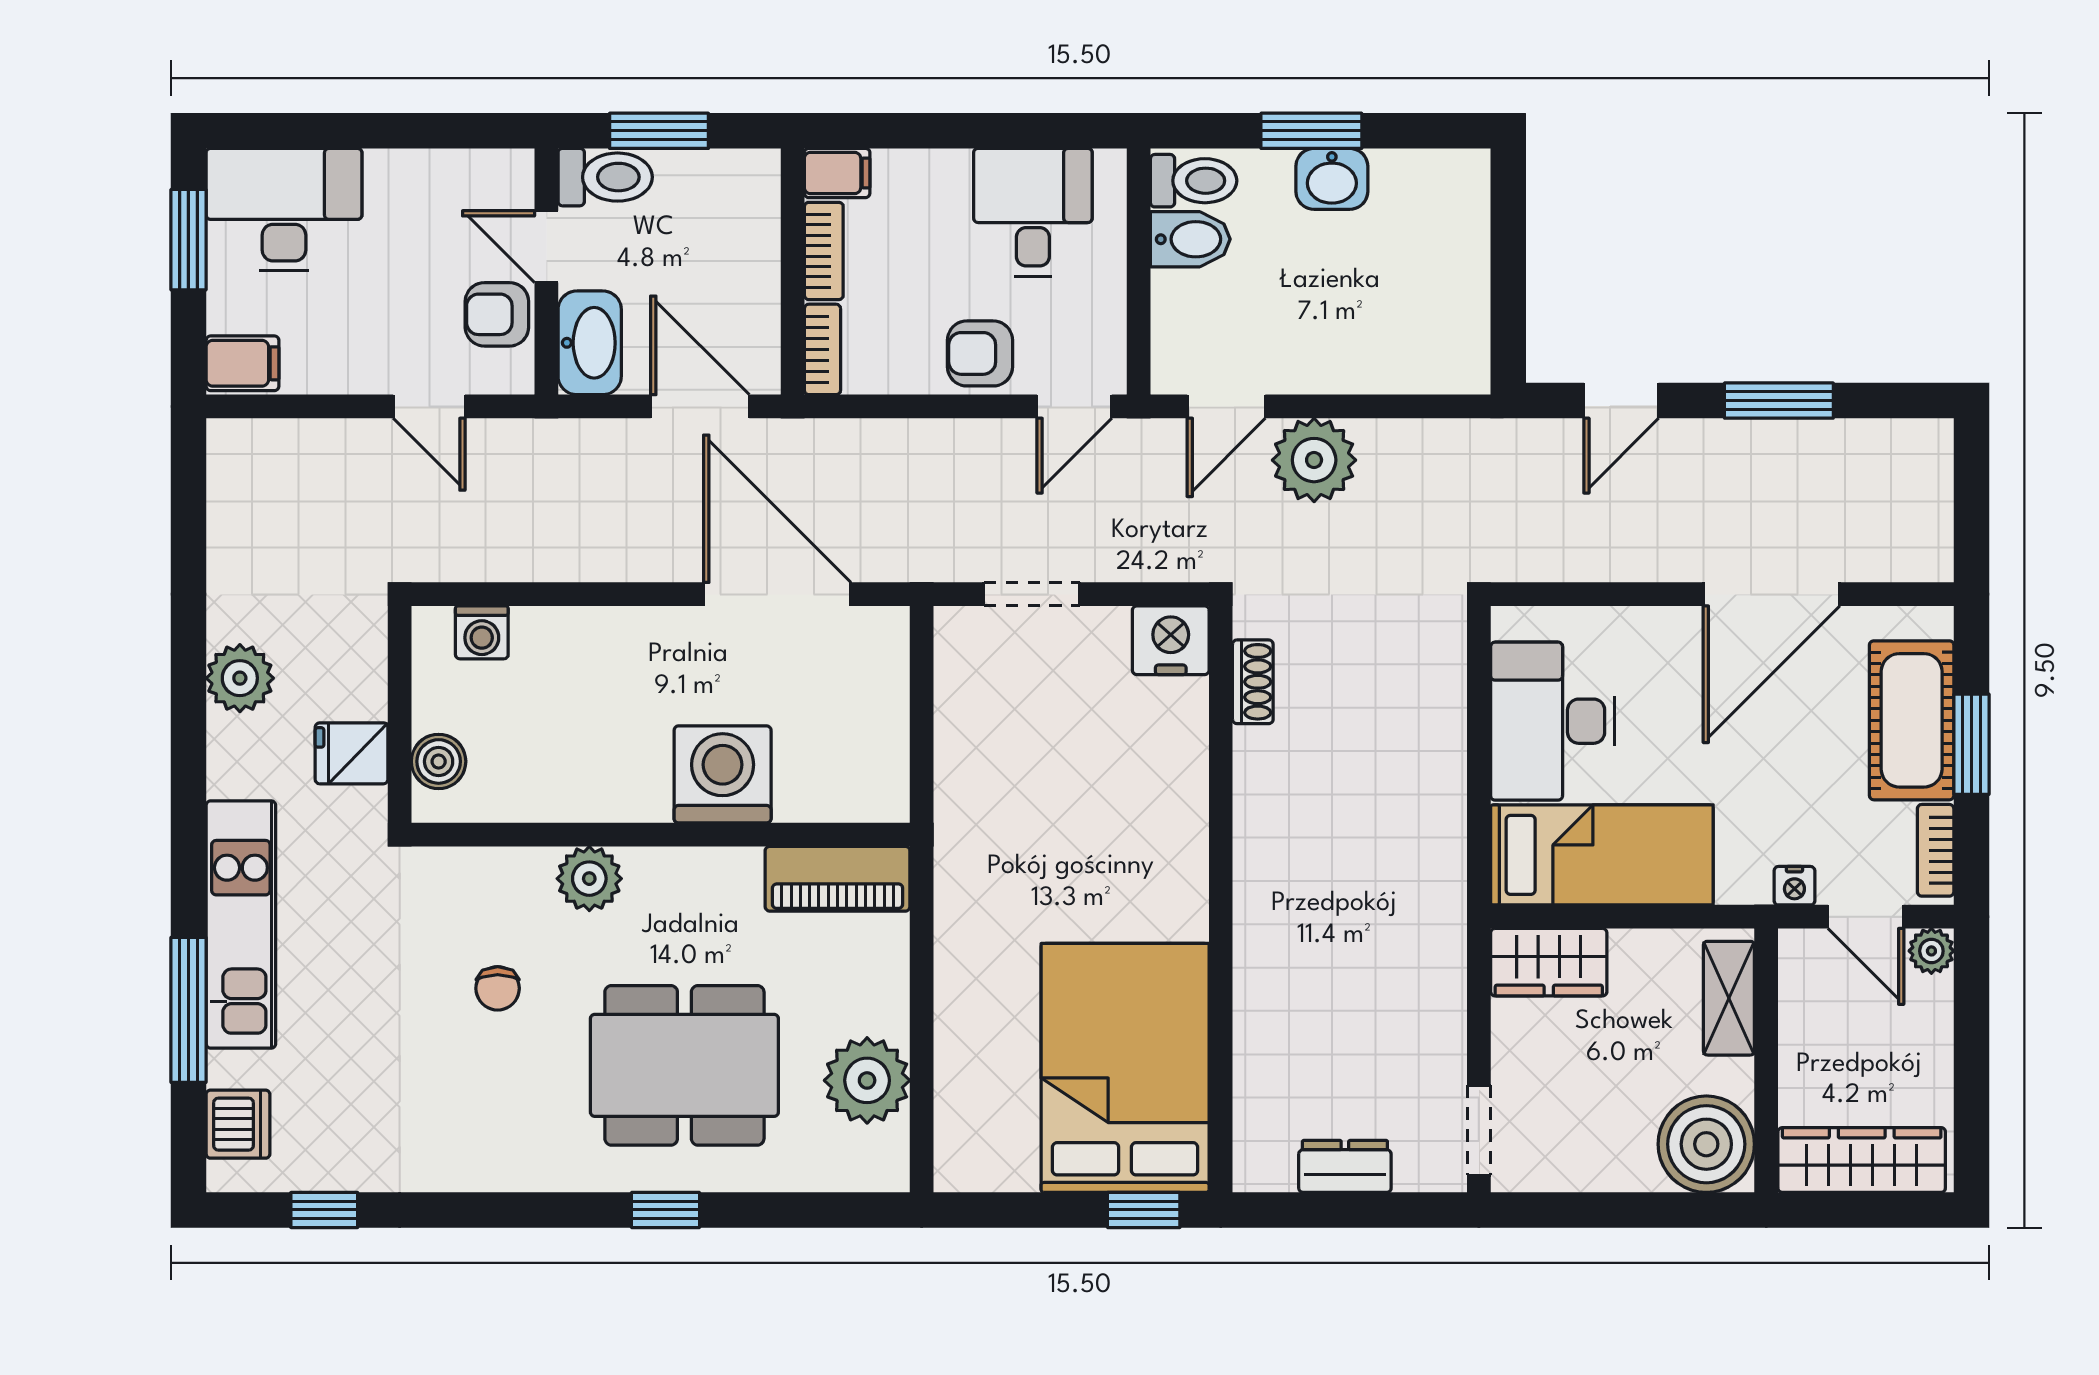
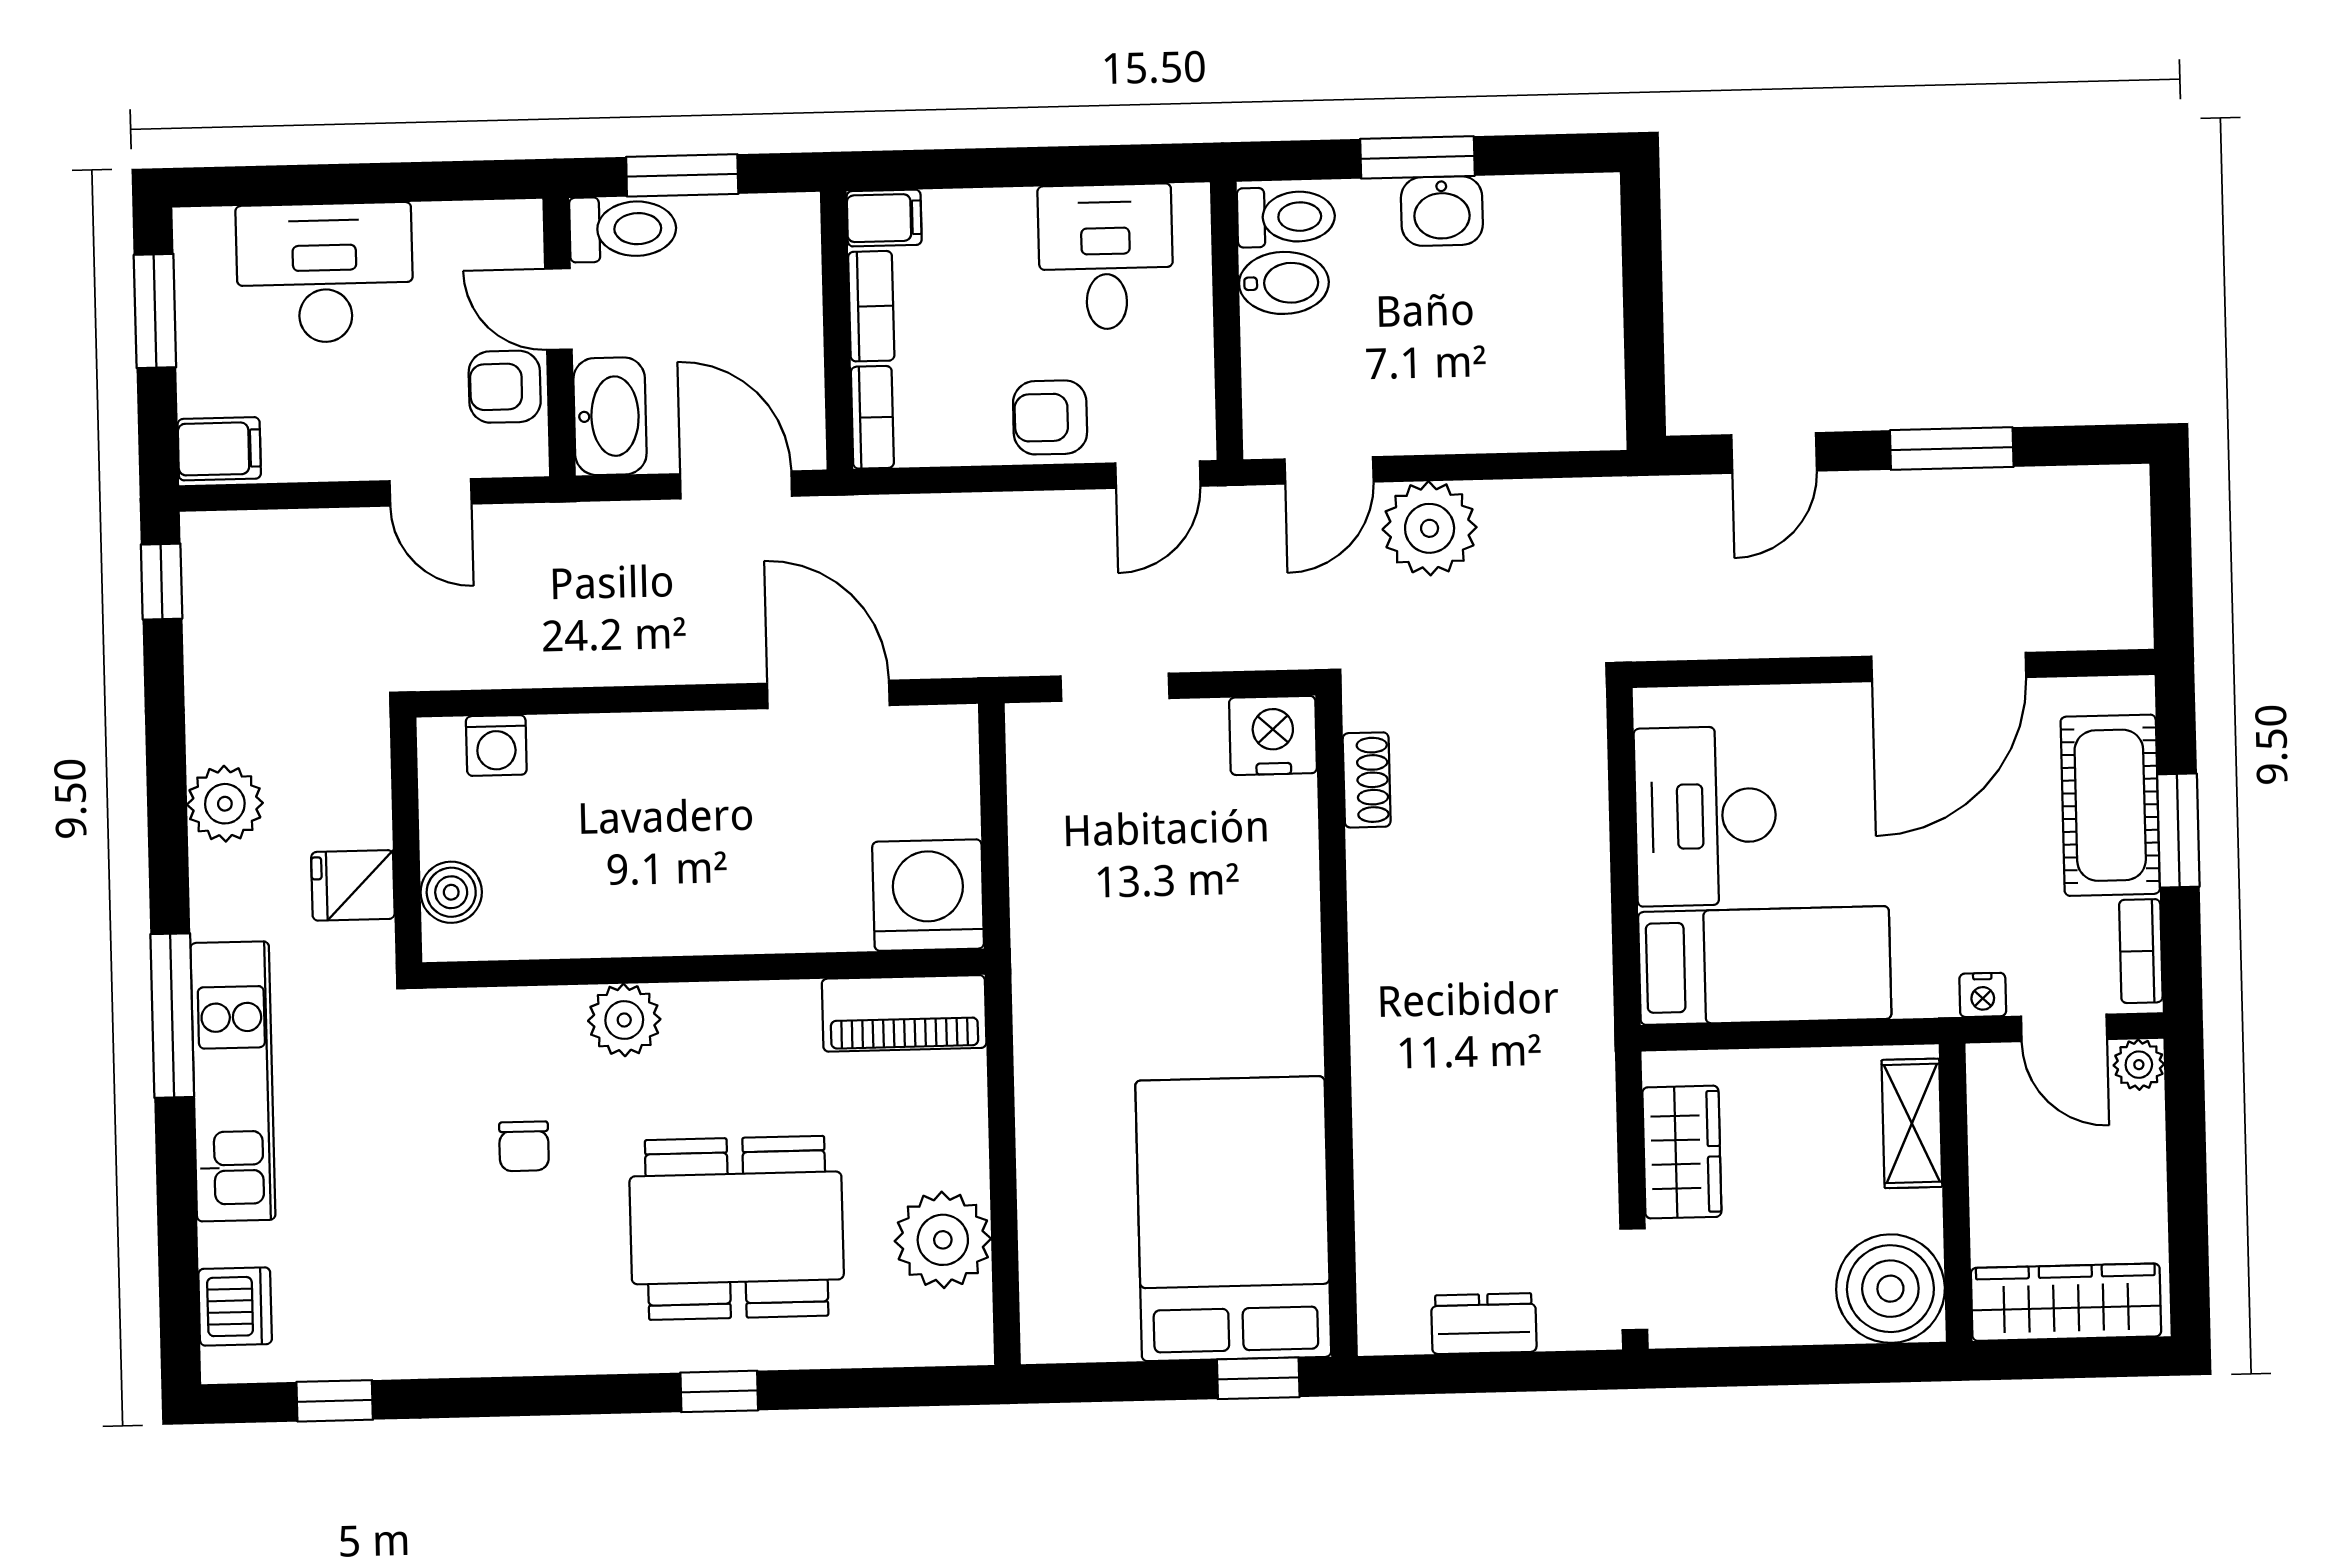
desk: (284, 210) -> (325, 273), moved
window: (188, 480) -> (162, 582), added
door: (777, 594) -> (828, 694), width x0.73
washing machine: (723, 774) -> (928, 895), moved
wardrobe: (1549, 962) -> (1682, 1152), moved, turned -90
window: (188, 1010) -> (172, 1016), moved

